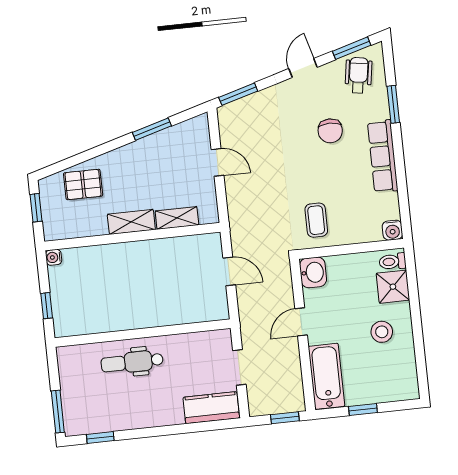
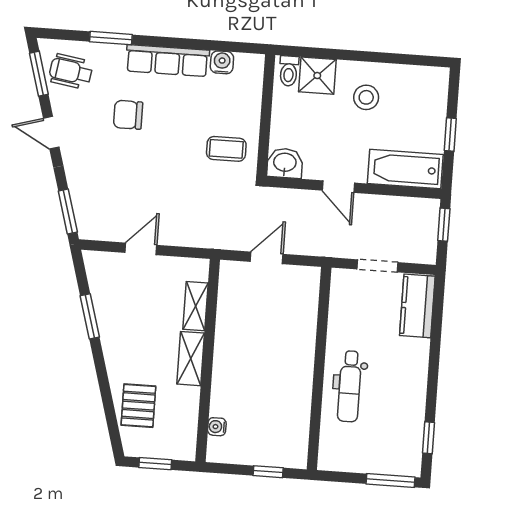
chair: (330, 131) -> (128, 115), turned 180
water cooler: (392, 230) -> (222, 62), moved, turned -90
water cooler: (54, 257) -> (217, 427), moved, turned 90

